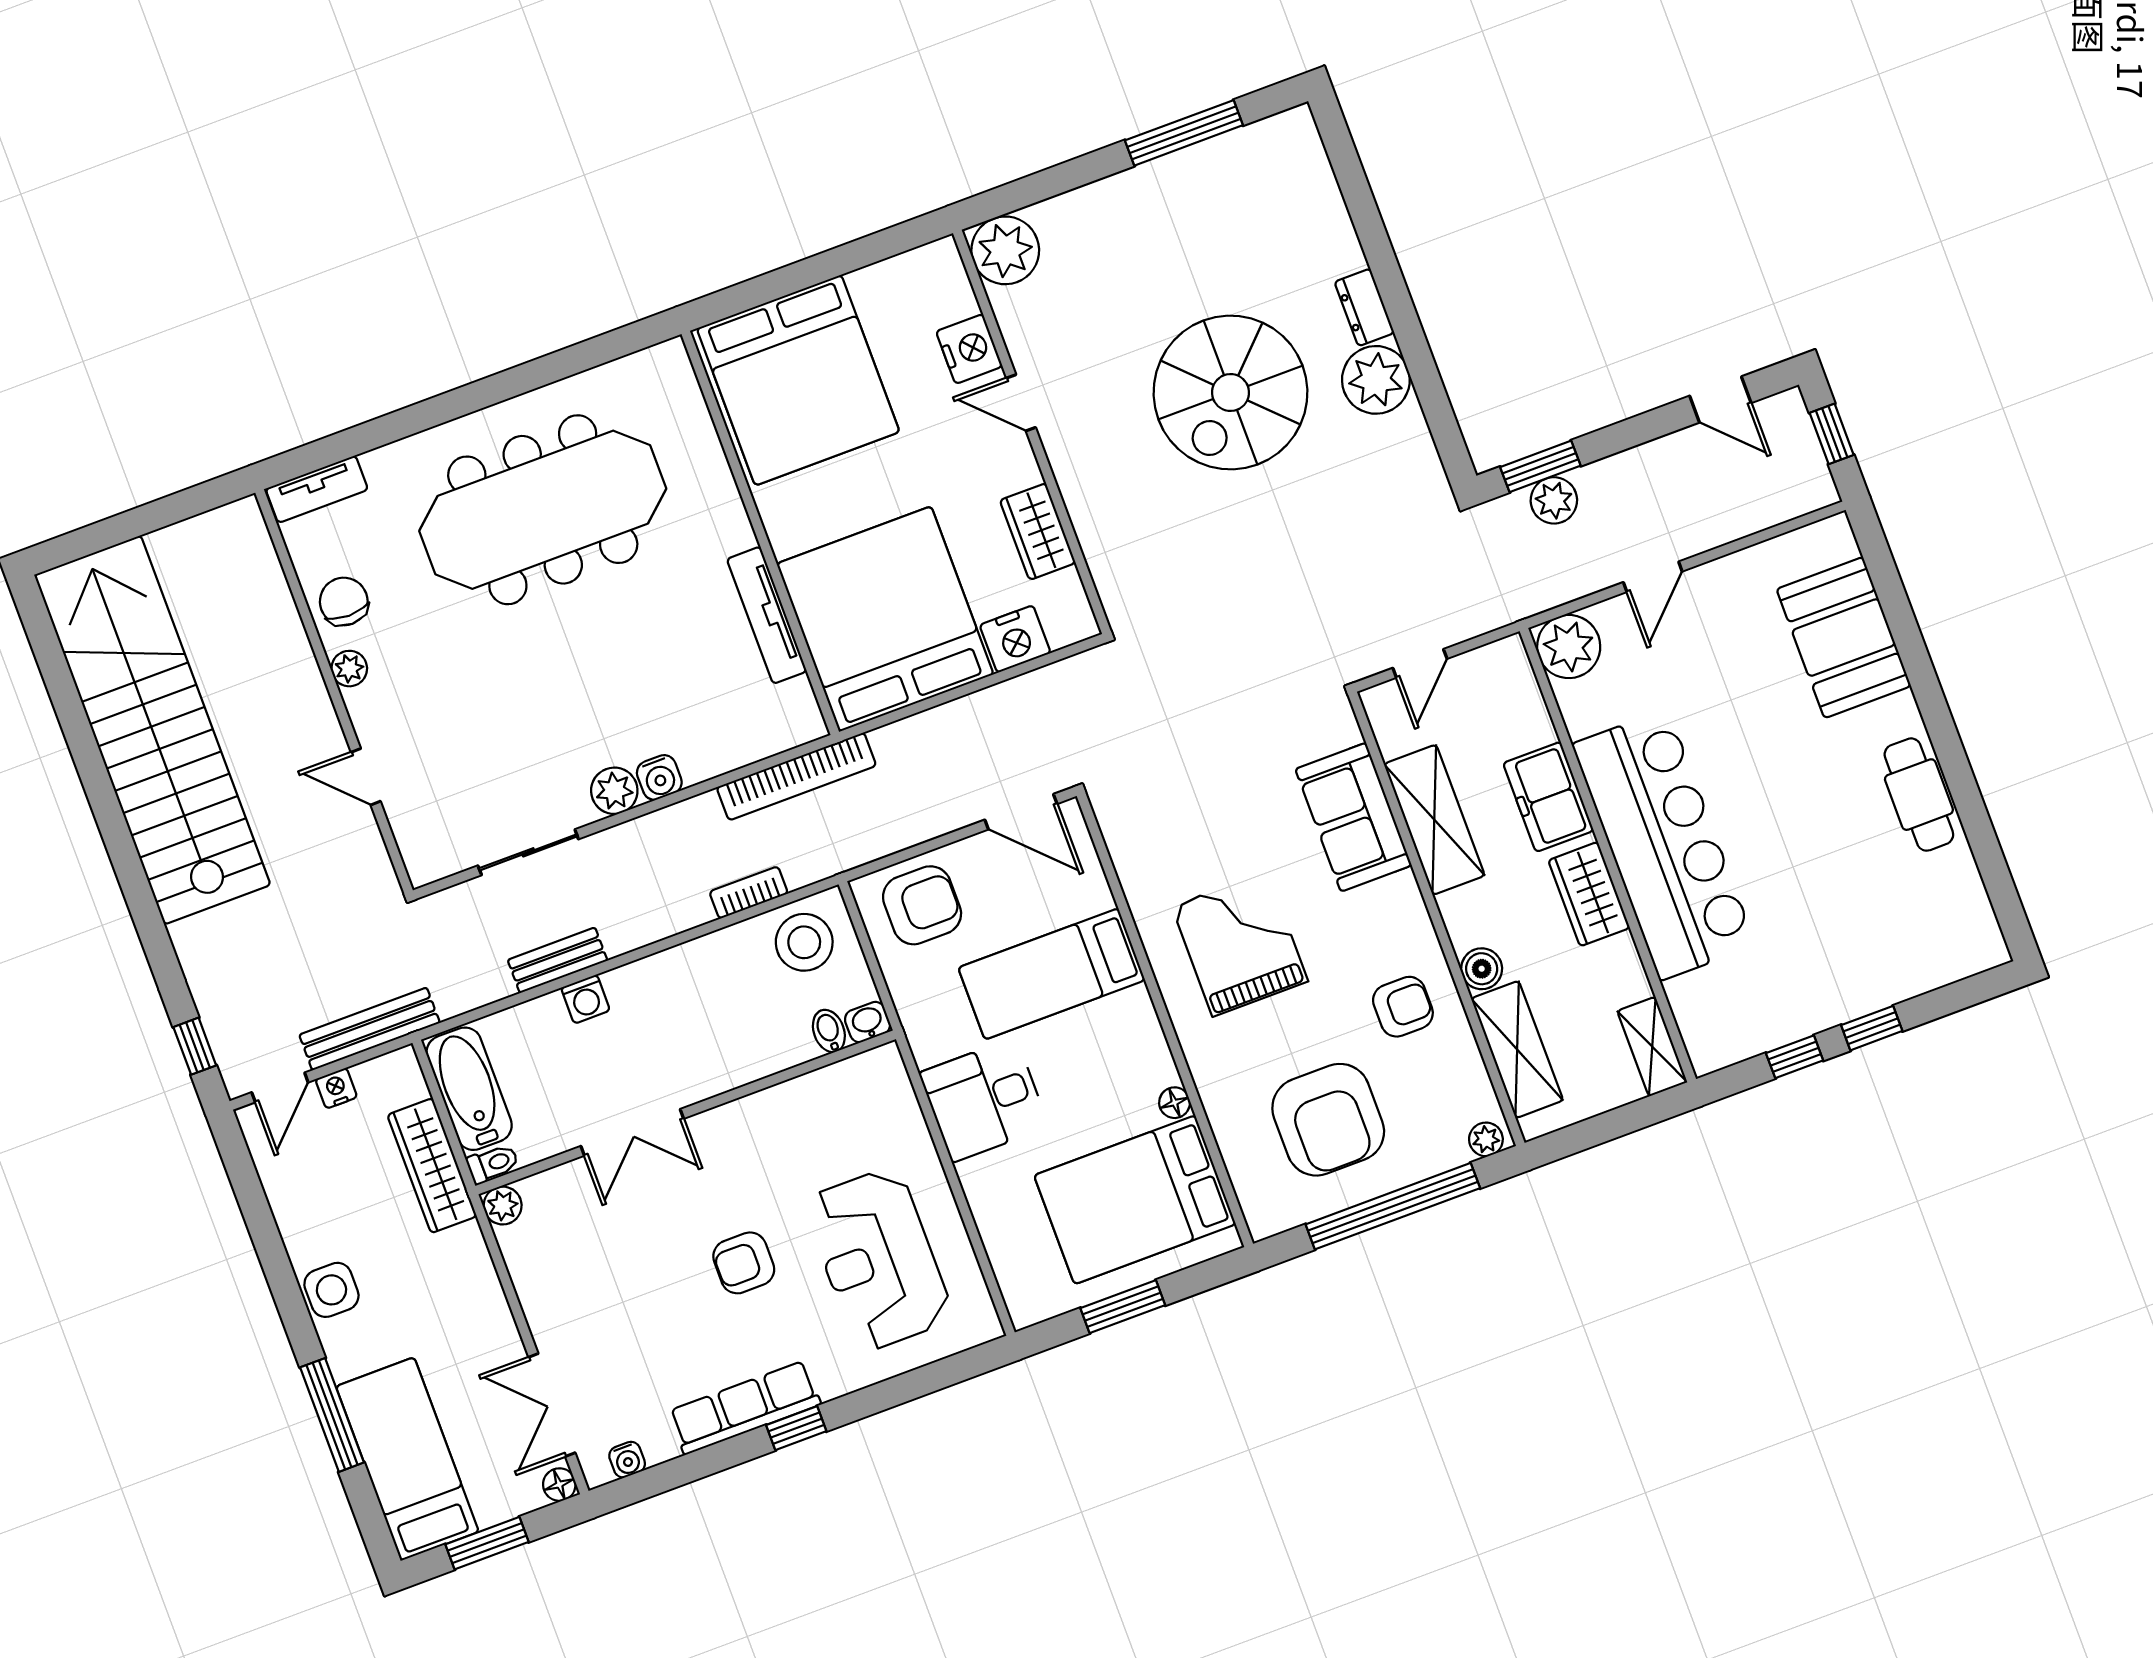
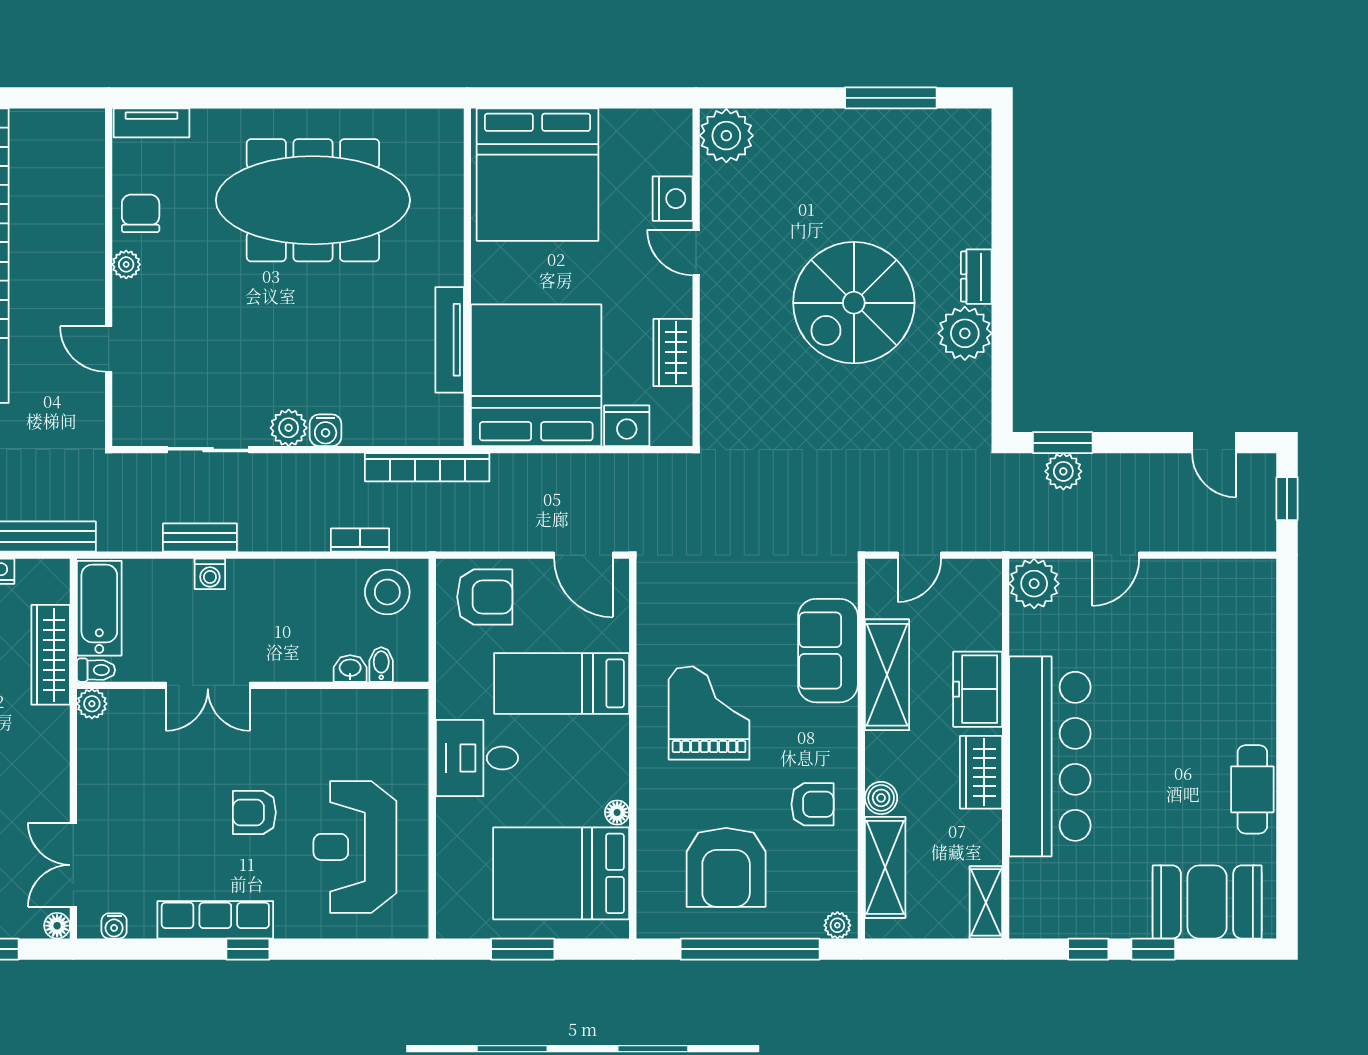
booth: (1844, 638) -> (1207, 902), moved, turned 90
washbasin: (868, 1022) -> (350, 668), moved

